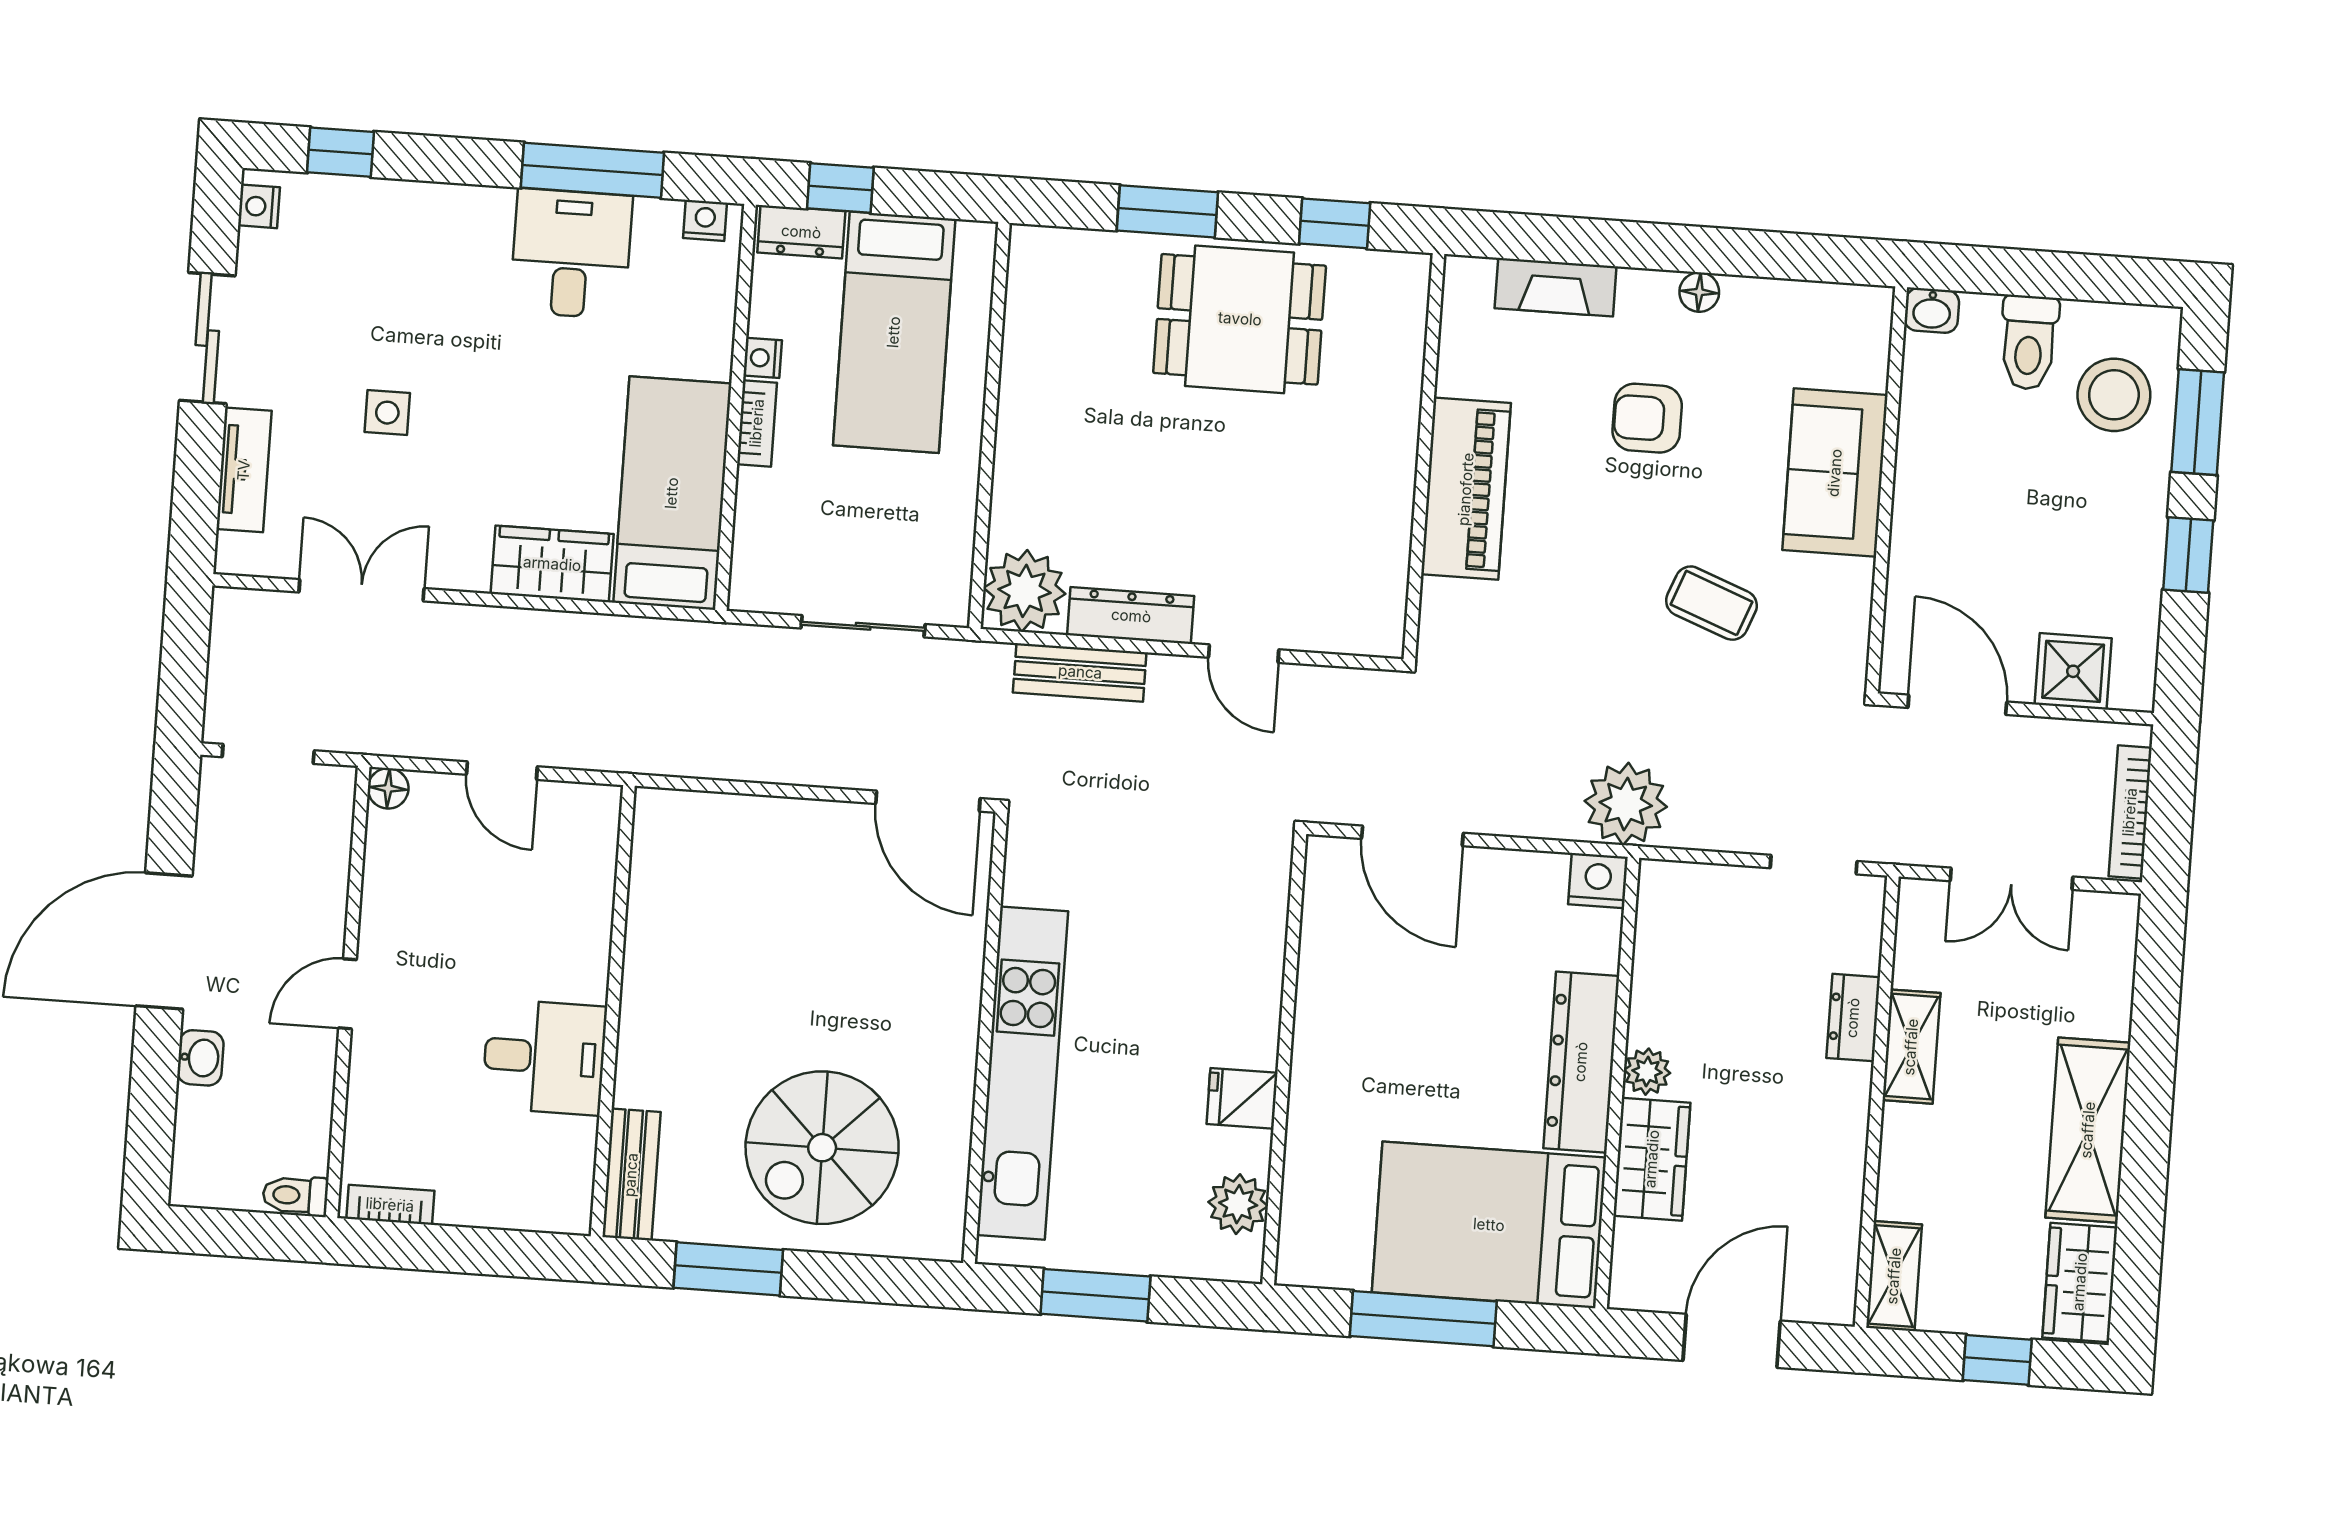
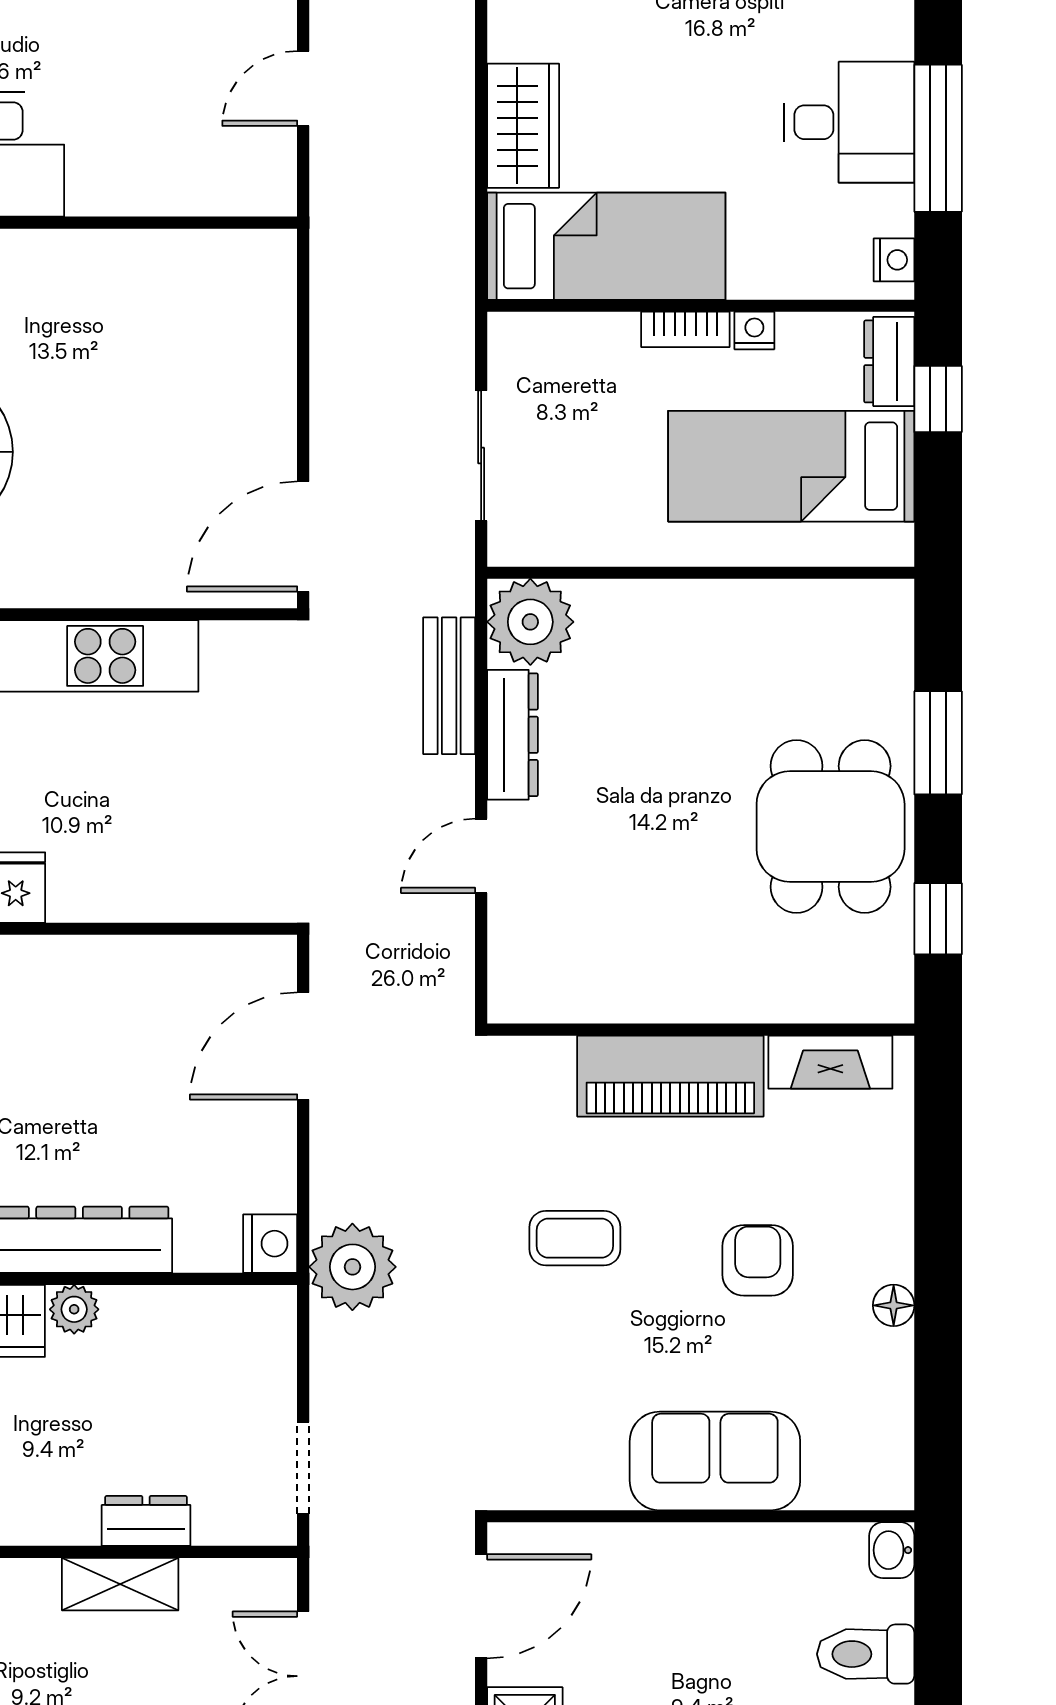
fireplace: (1556, 287) -> (830, 1062), moved, turned -90
coffee table: (1711, 603) -> (575, 1238), moved, turned 69

